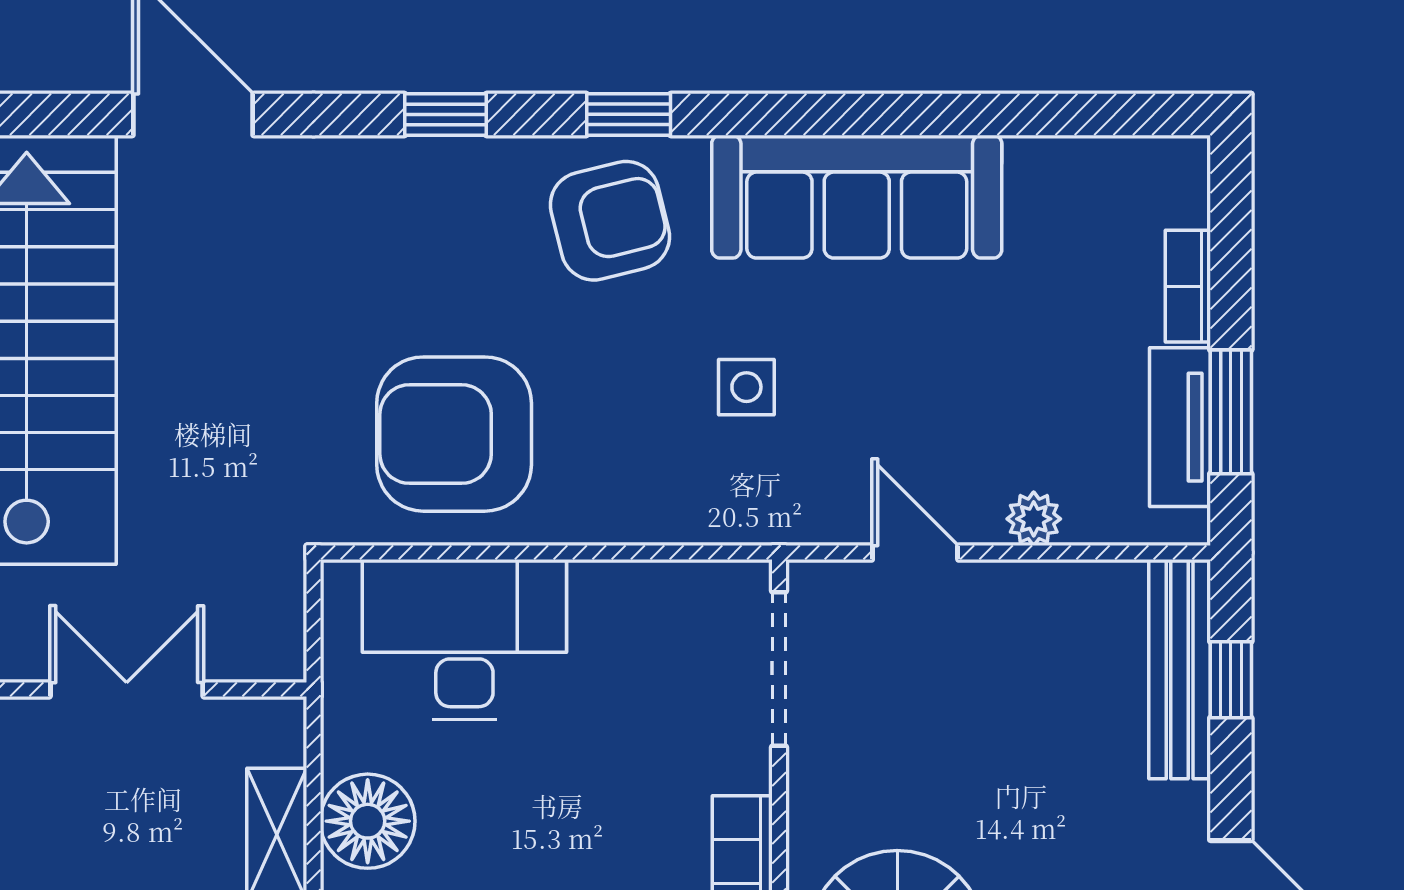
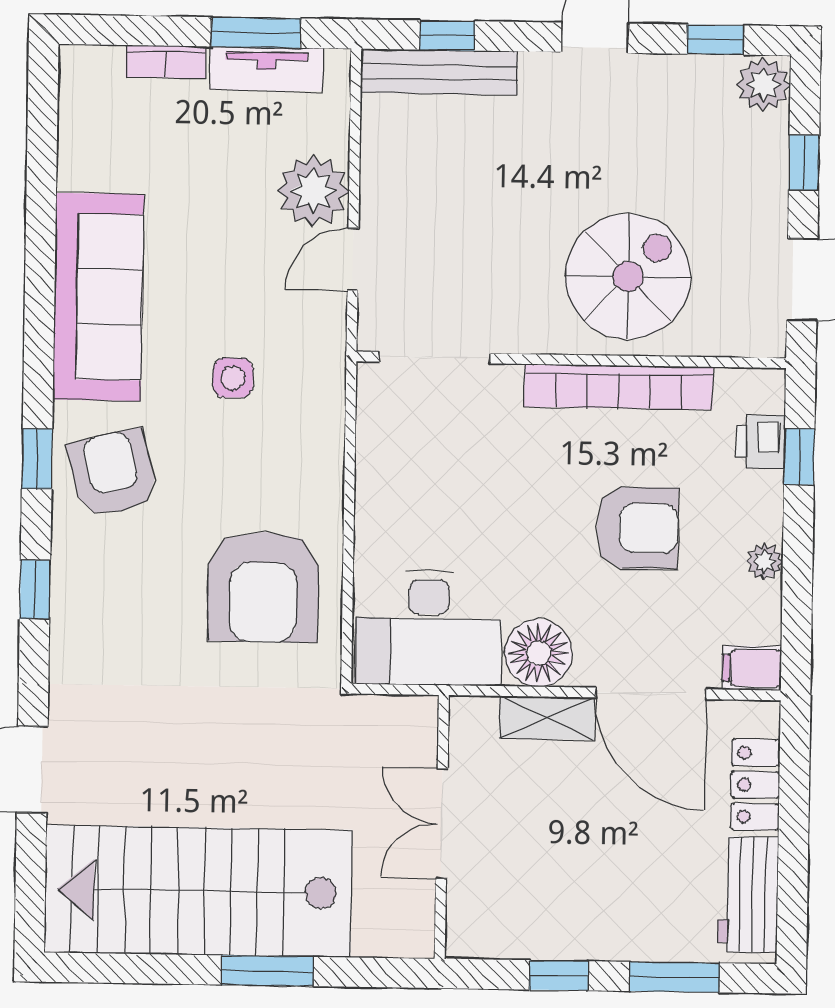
plant: (1034, 519) -> (313, 191), width x1.87, depth x1.87
desk: (464, 640) -> (428, 628), moved, turned -90

